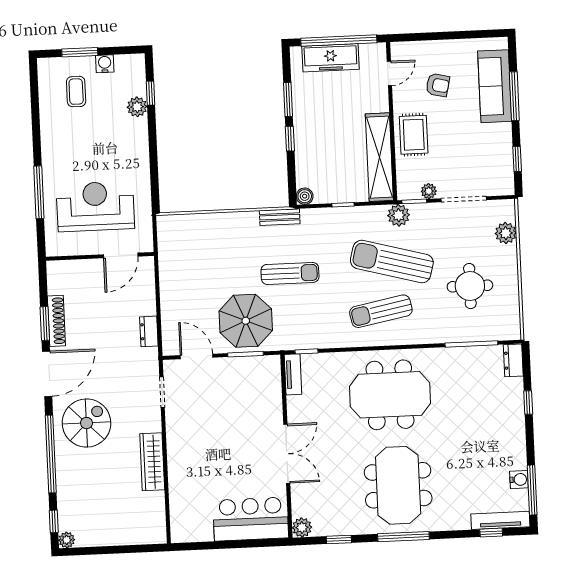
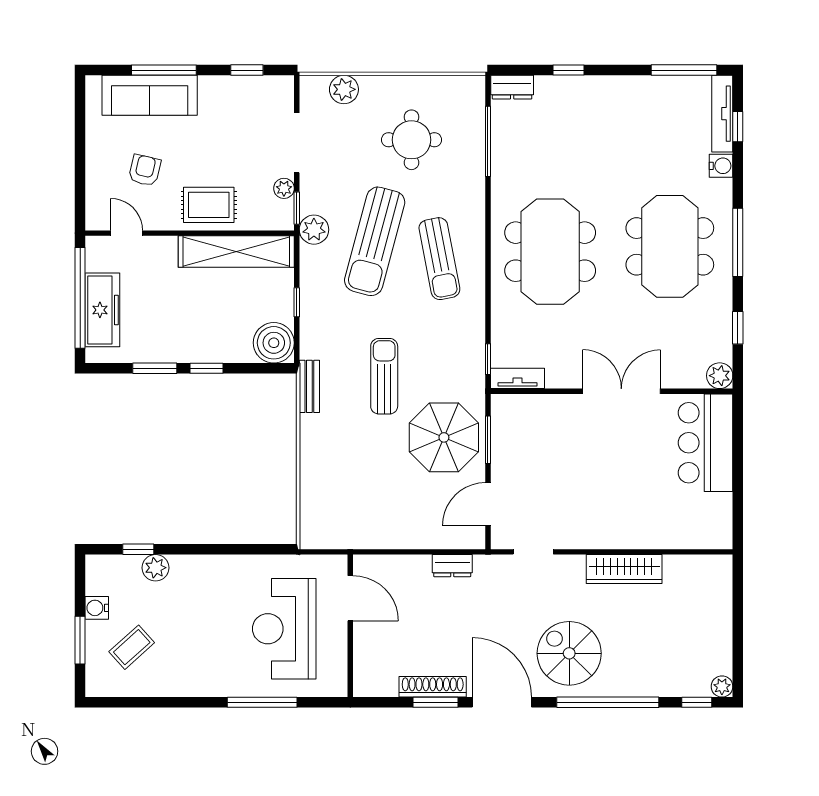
coffee table: (76, 92) -> (132, 647), turned -42
boiler: (305, 196) -> (274, 343), width x1.86, depth x1.86
water cooler: (519, 480) -> (721, 166), moved, turned 90
meeting table: (398, 485) -> (670, 246), turned 90

